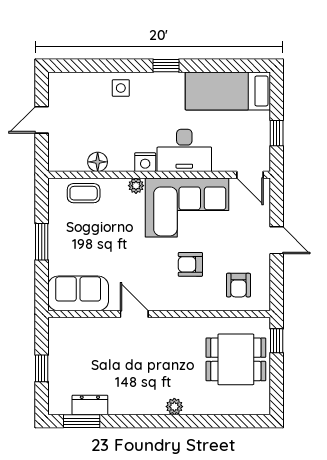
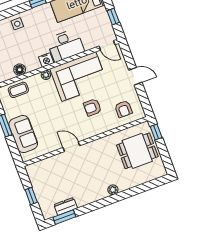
sofa: (78, 293) -> (23, 134), moved, turned 90

